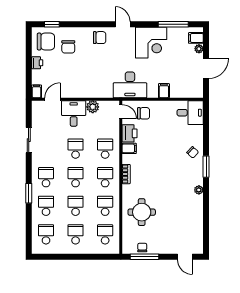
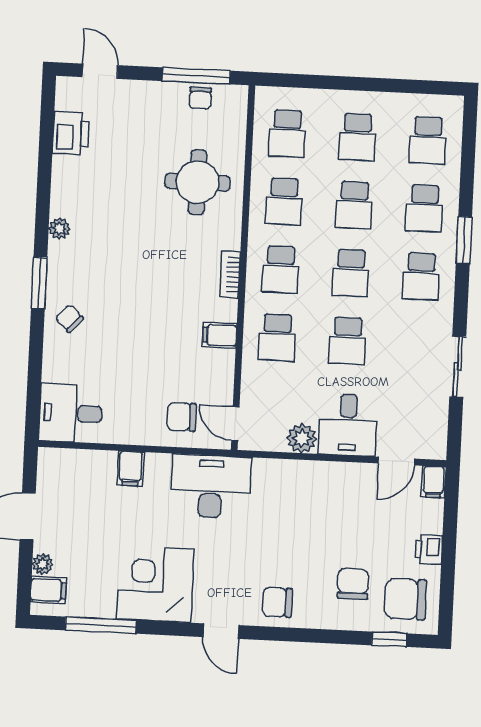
printer: (130, 133) -> (71, 133), moved, turned 180

